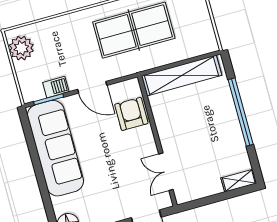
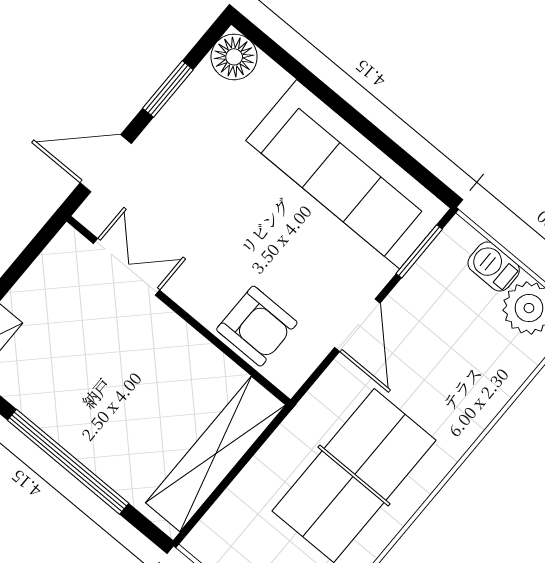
barbecue: (56, 87) -> (494, 267), moved, turned 90
door: (92, 87) -> (357, 325), swing flipped

